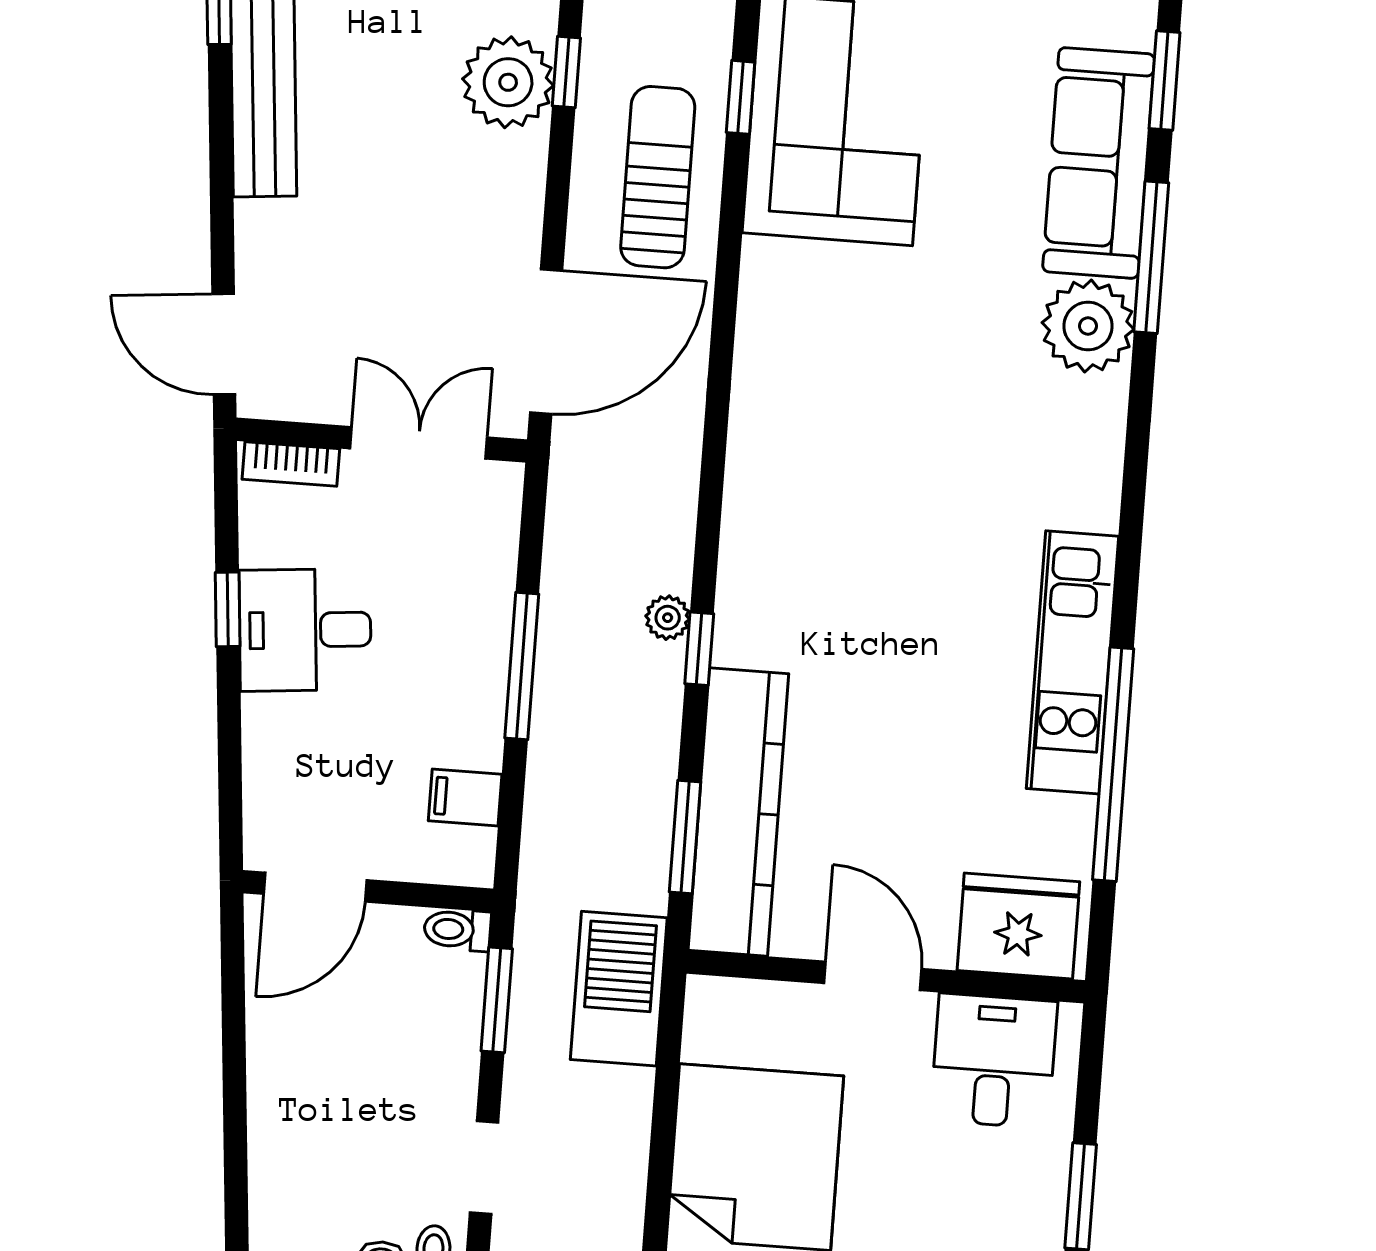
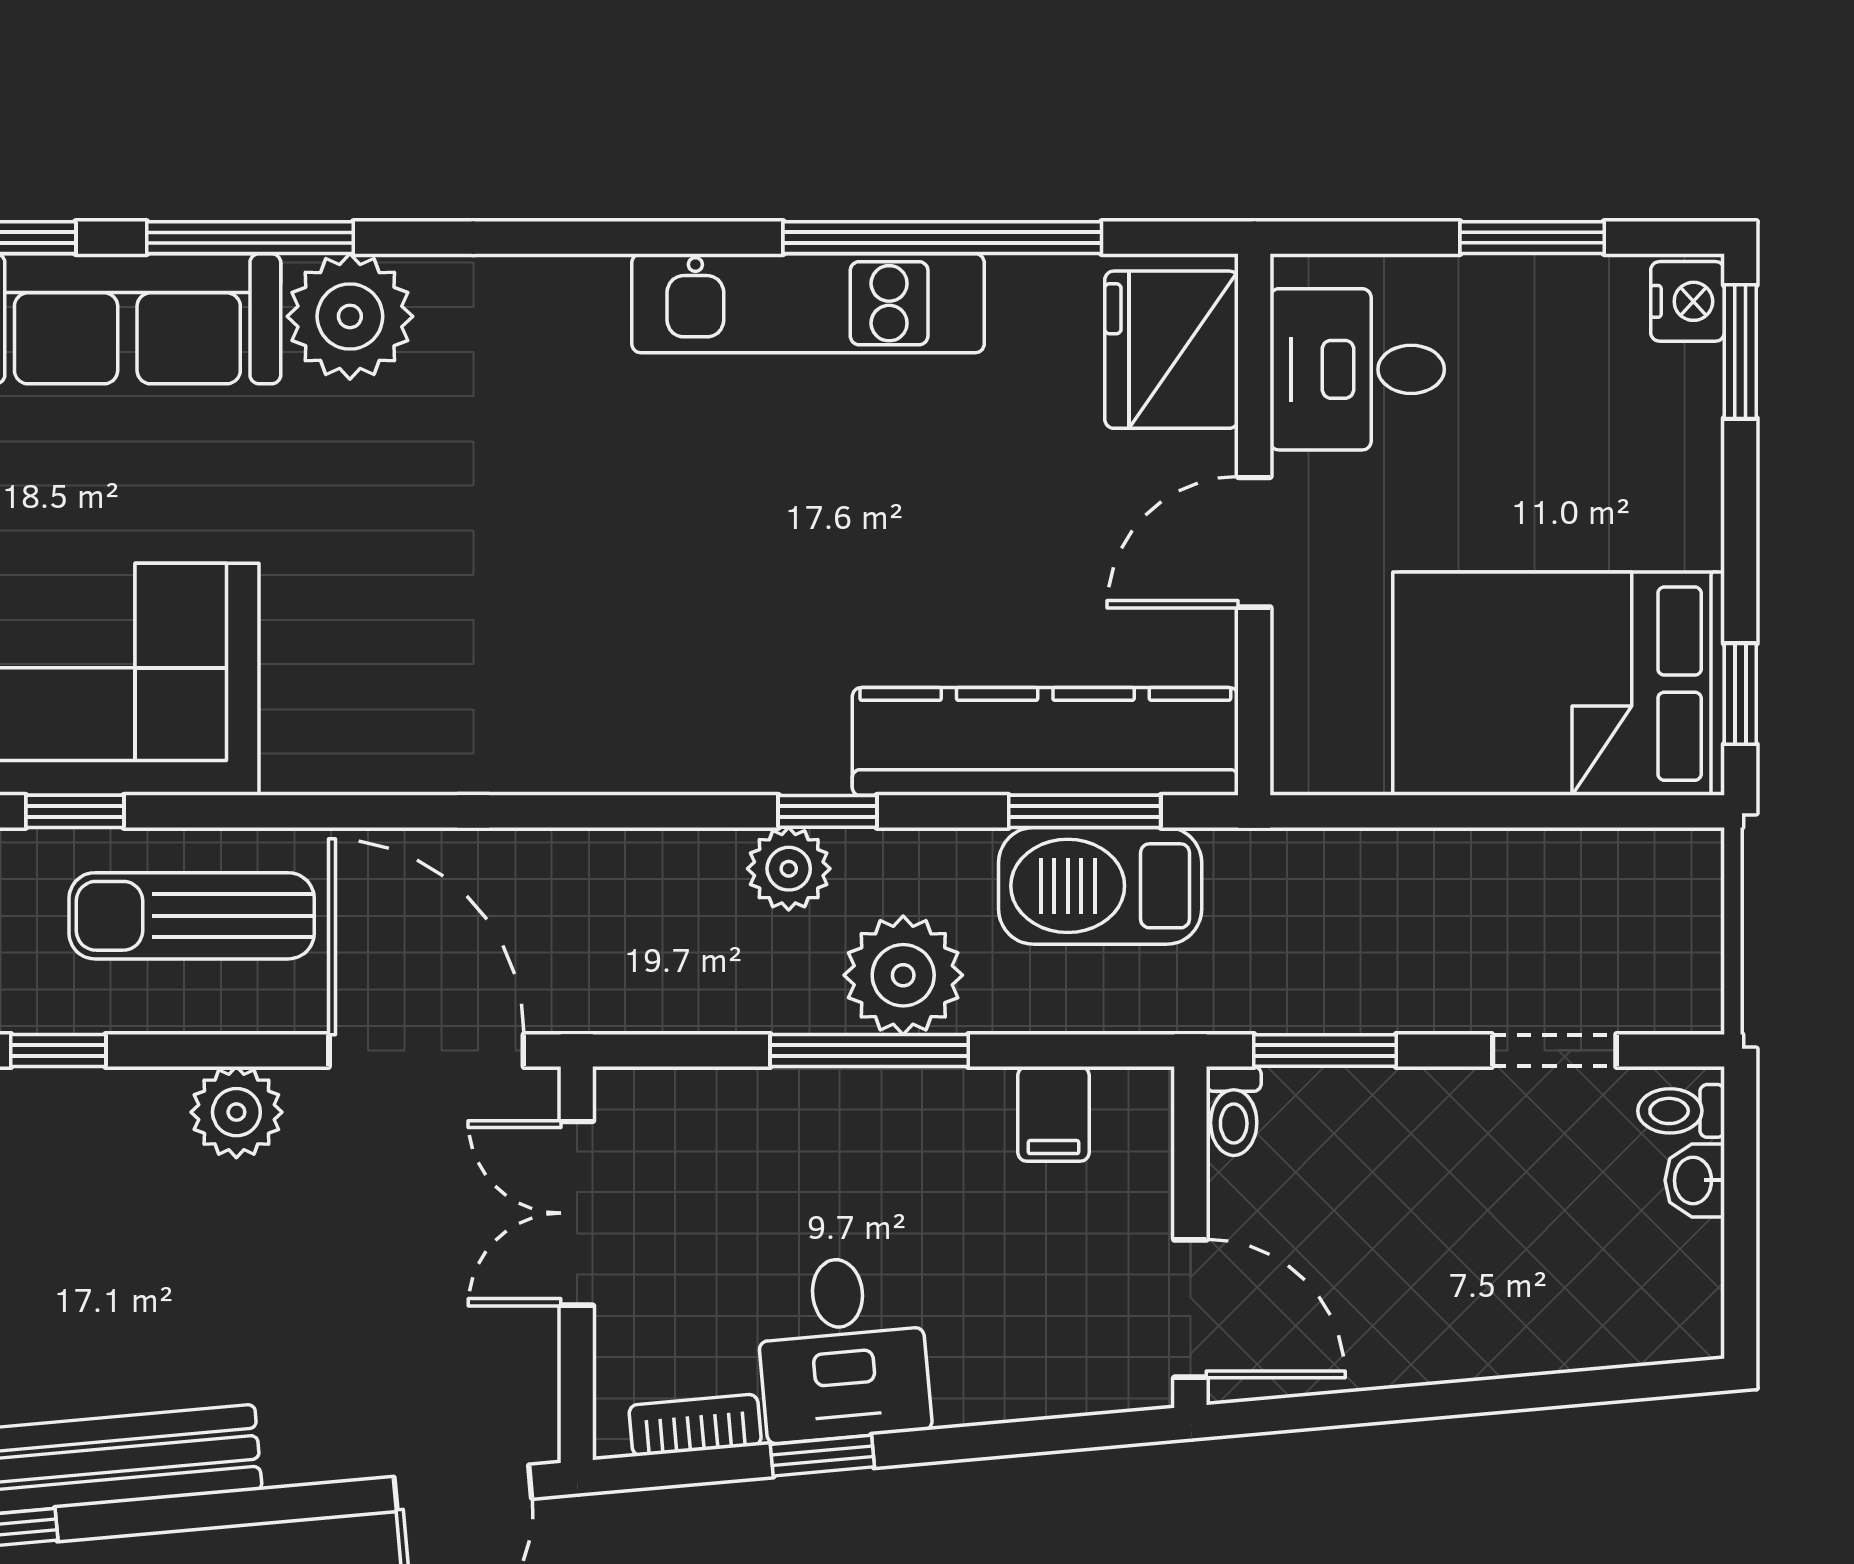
plant: (508, 82) -> (236, 1112), moved, width x0.73, depth x0.73
bookcase: (291, 464) -> (695, 1425), moved, turned -95
plant: (668, 618) -> (789, 869), width x1.38, depth x1.38
plant: (575, 695) -> (903, 975), added
barbecue: (619, 989) -> (1100, 886), moved

